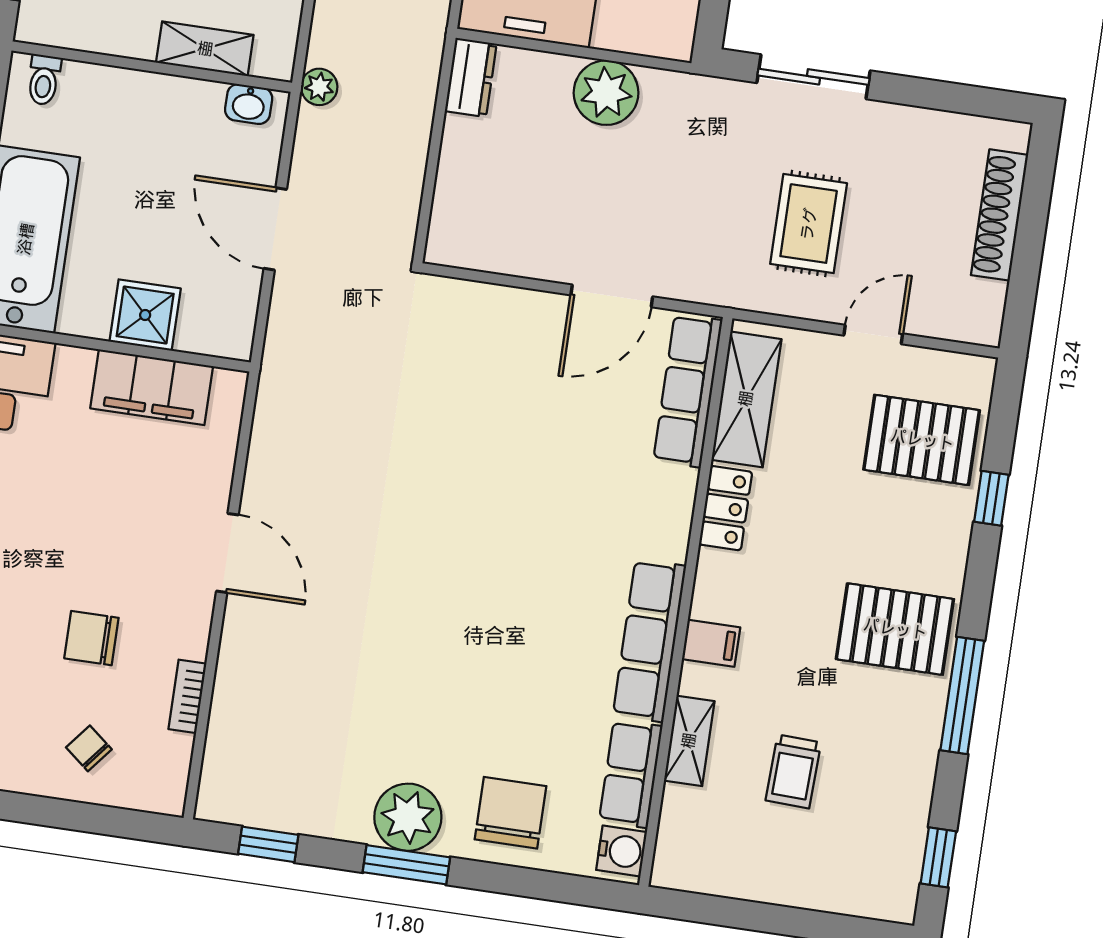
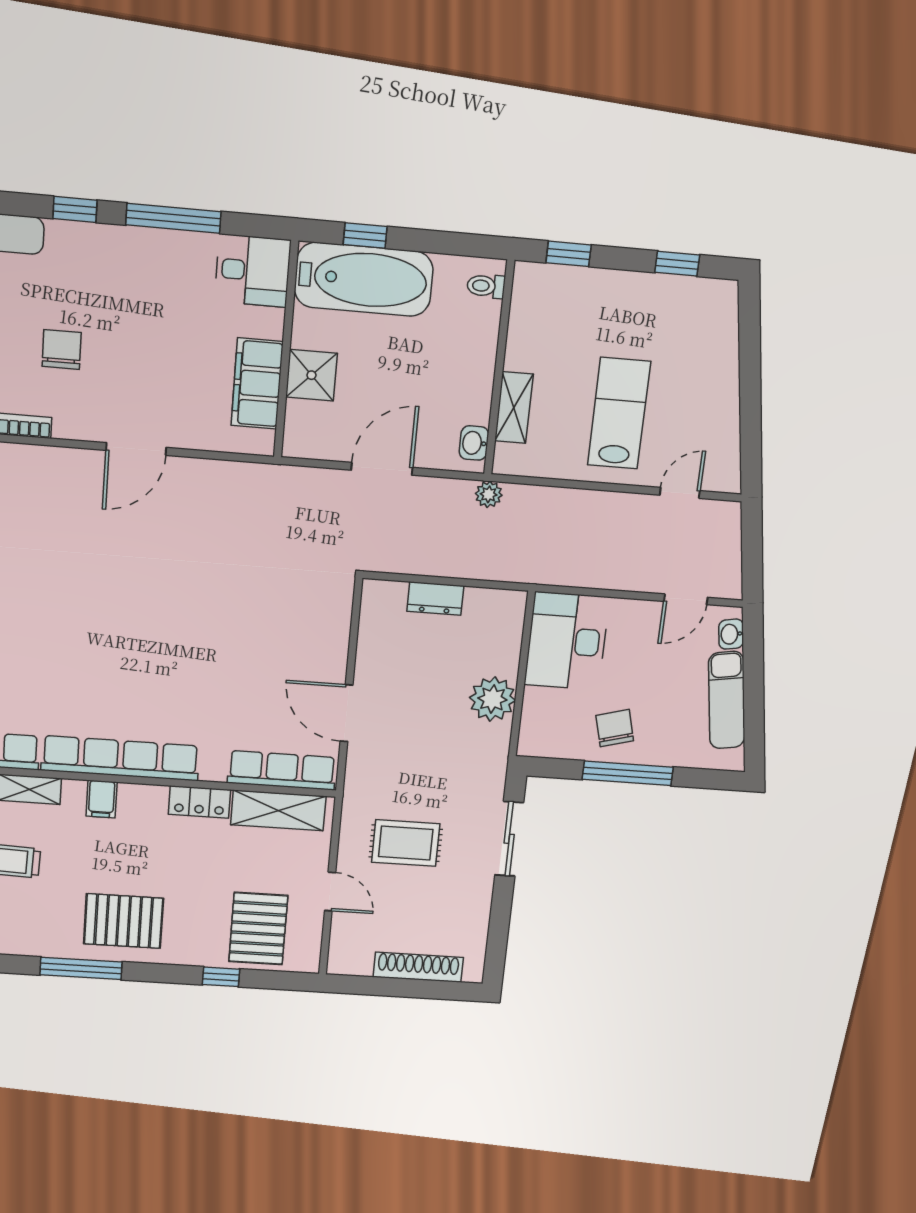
dresser: (471, 77) -> (435, 598), moved
pallet: (895, 629) -> (123, 921), turned 90
row of seats: (649, 640) -> (120, 758), width x1.36

